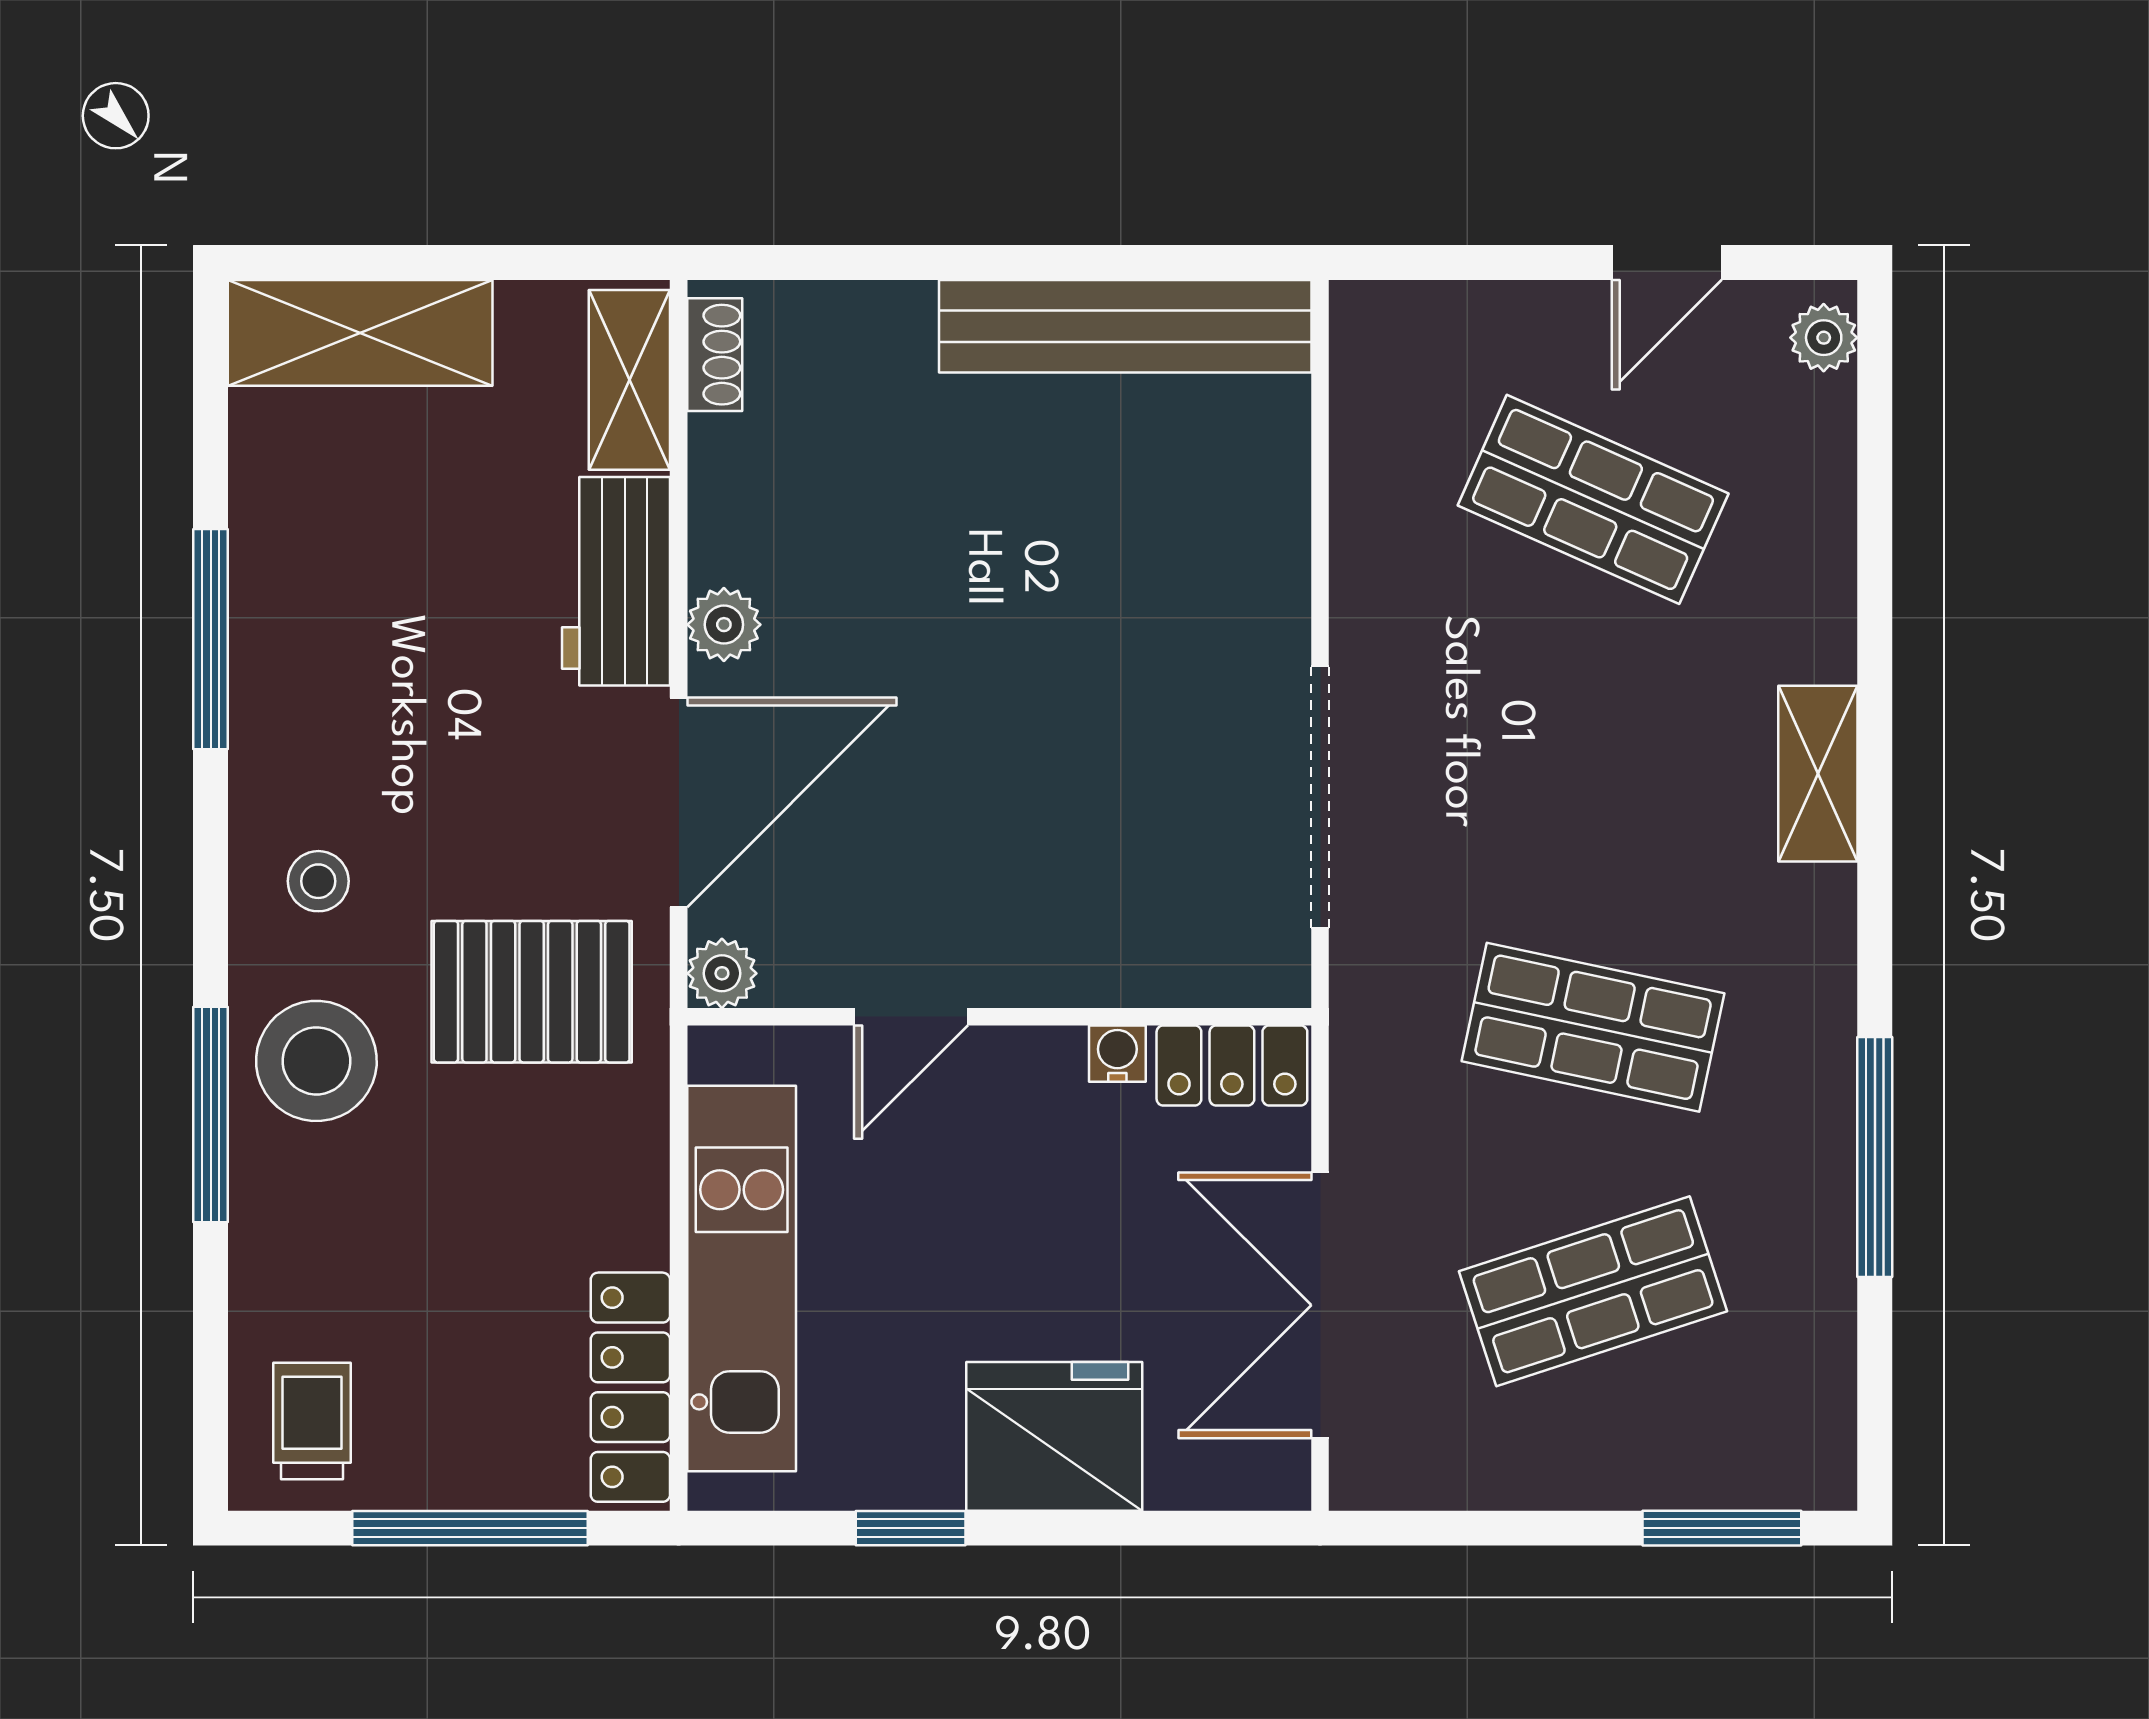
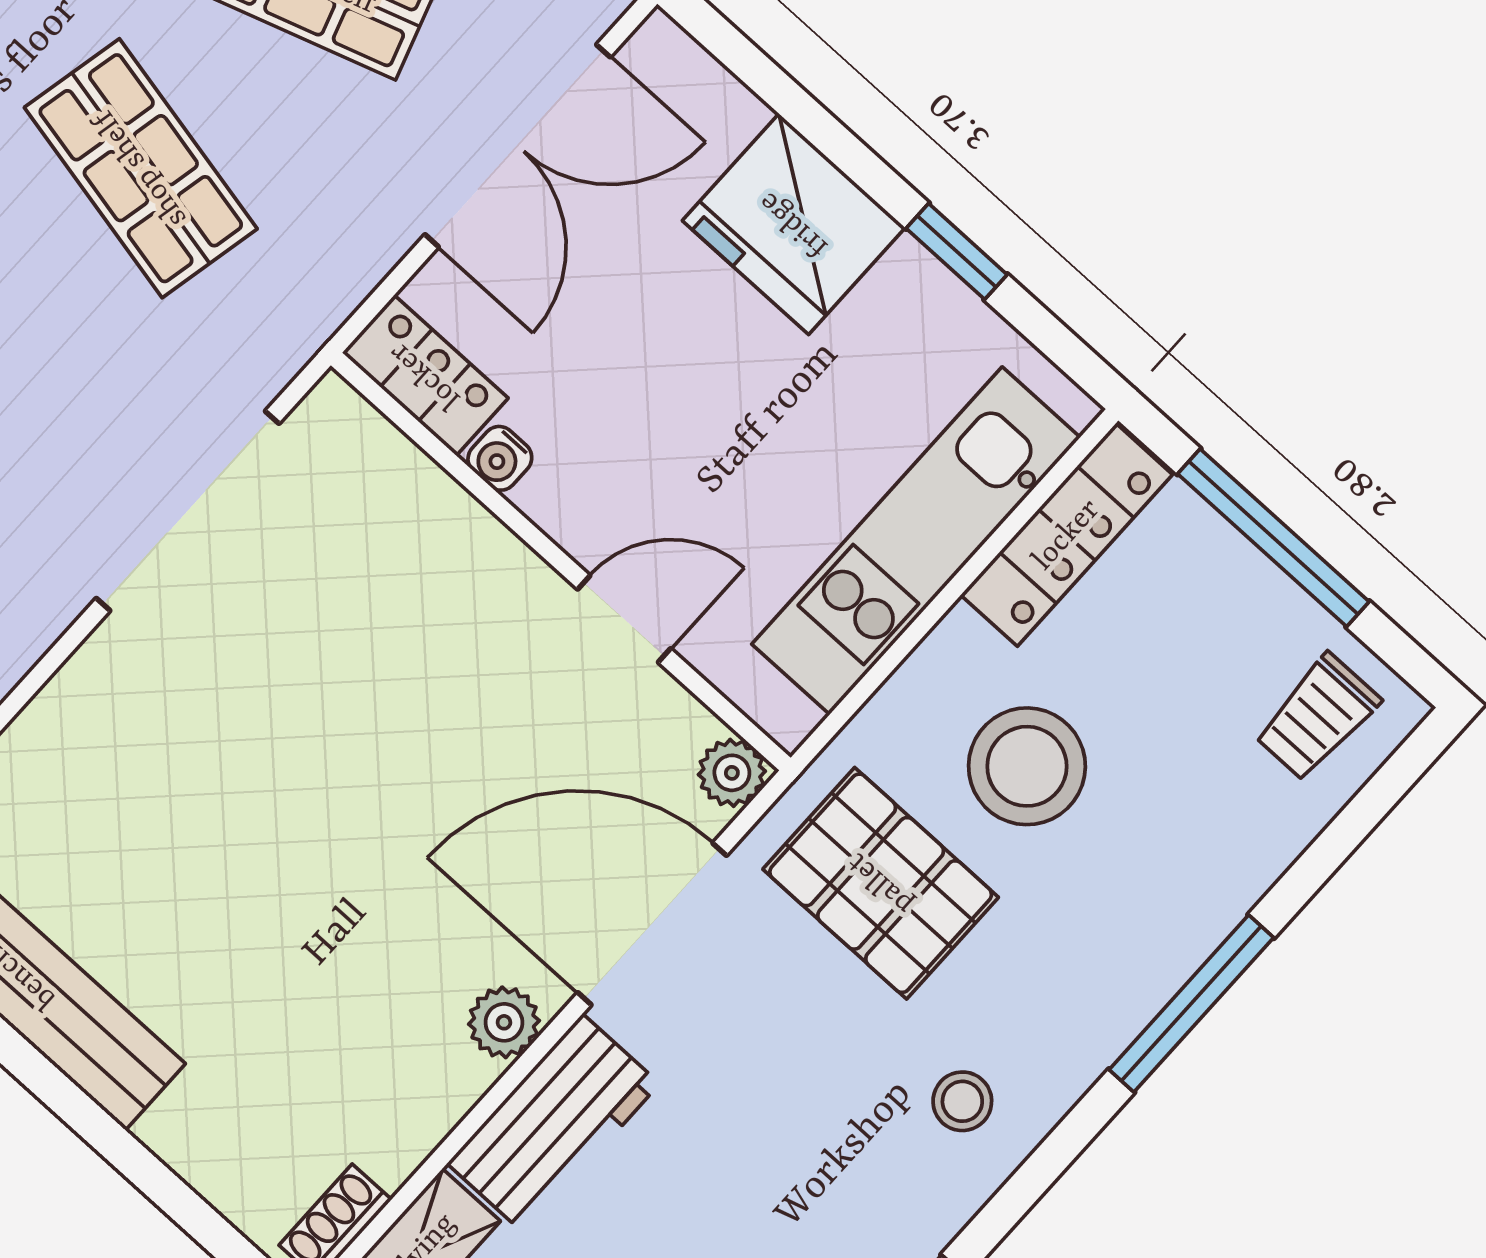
stool: (316, 1061) -> (1027, 766), moved

